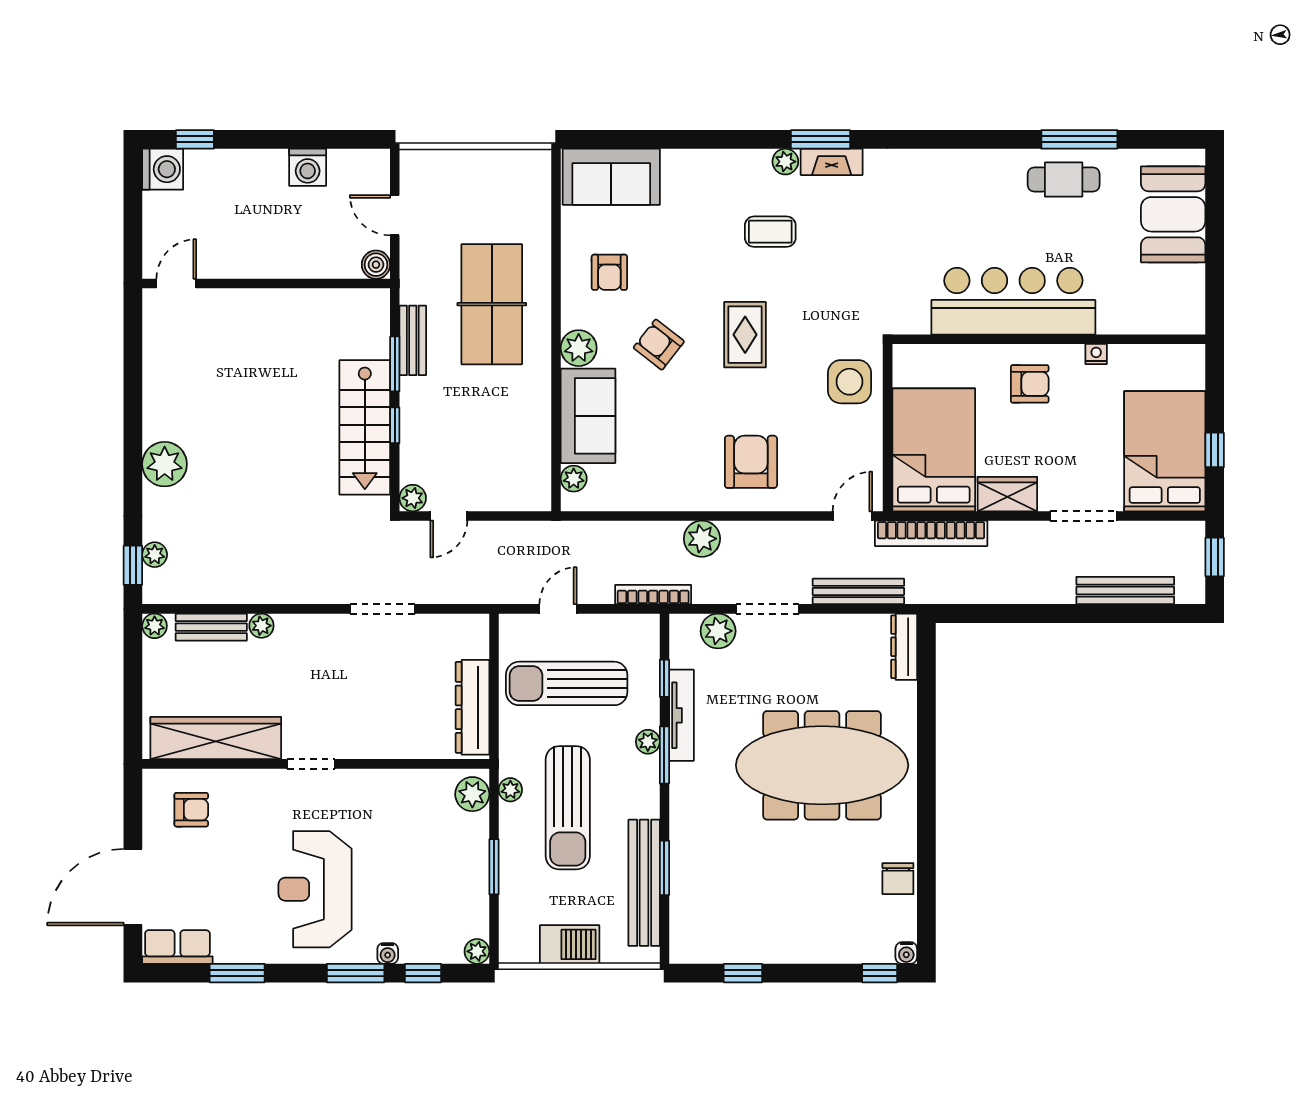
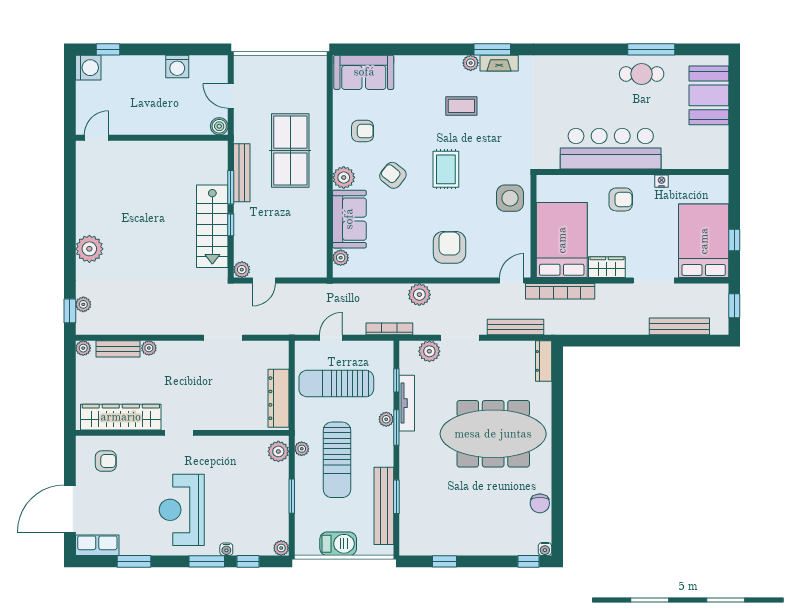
armchair: (609, 272) -> (363, 131), turned -90
bench: (413, 340) -> (242, 173), width x1.36

